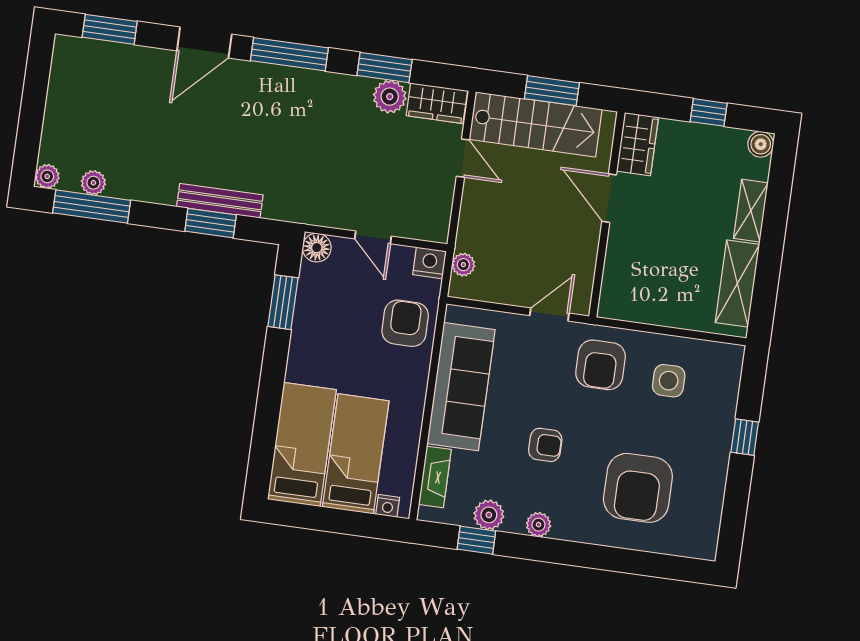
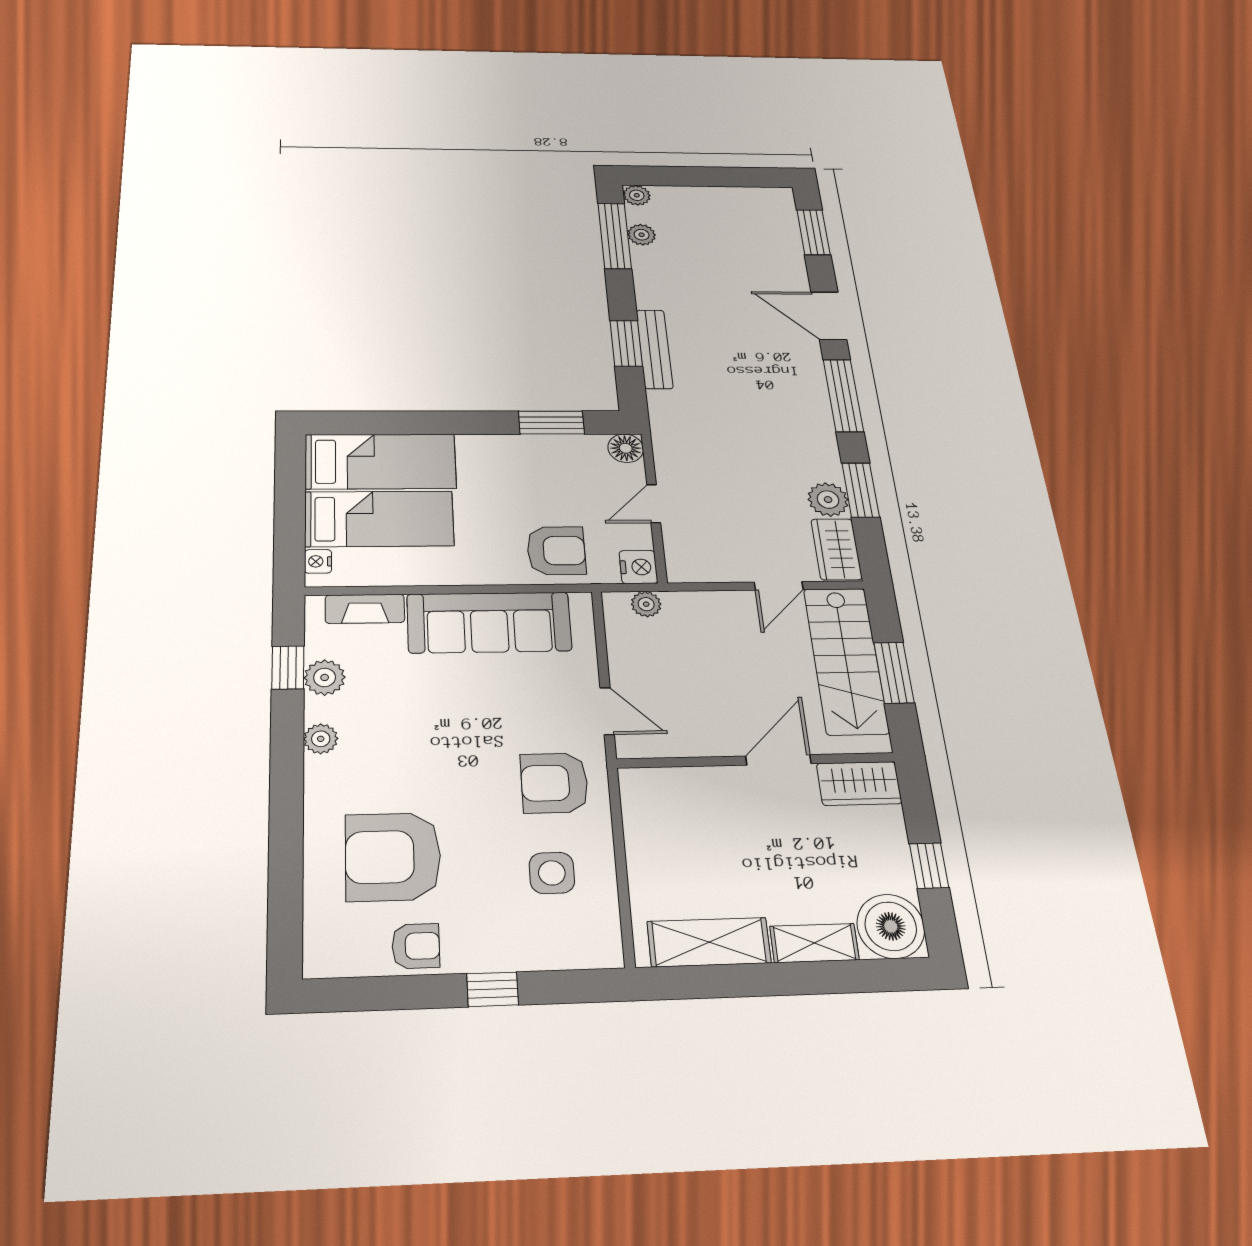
boiler: (761, 144) -> (891, 926), width x1.86, depth x1.86
armchair: (545, 445) -> (416, 946), moved, turned -90

